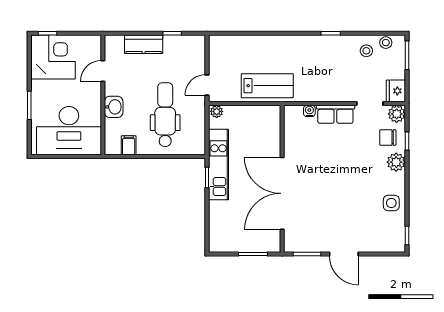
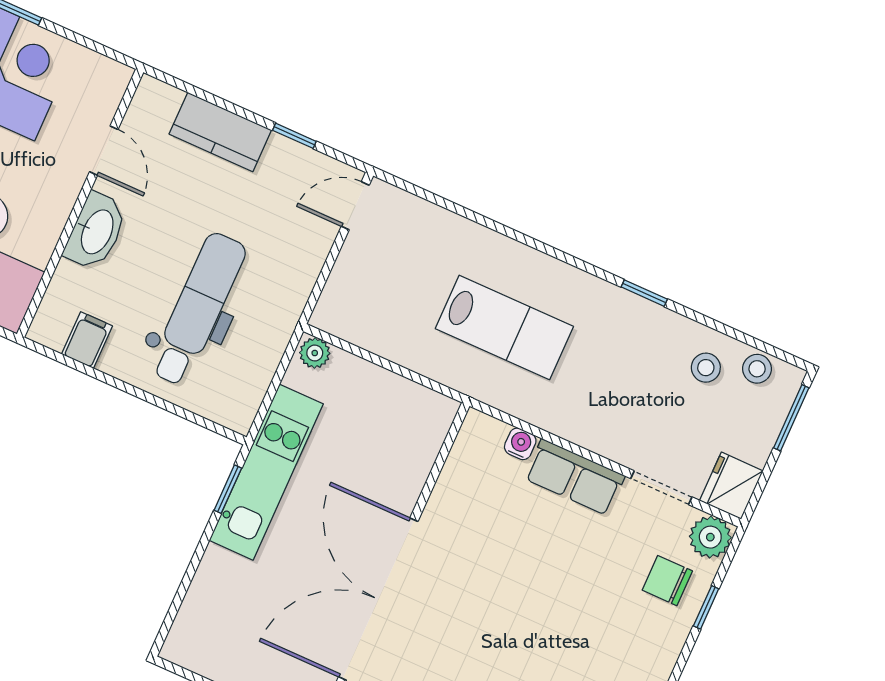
door: (103, 71) -> (104, 151), swing flipped
door: (207, 85) -> (355, 206), moved
lab bench: (267, 86) -> (504, 328), moved
washbasin: (114, 107) -> (96, 231), width x1.38
plant: (396, 162) -> (661, 643), removed

